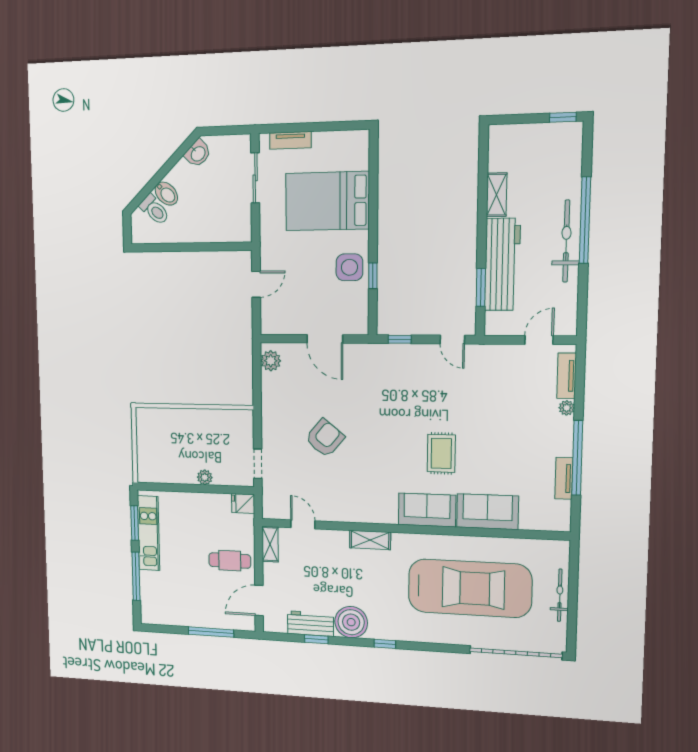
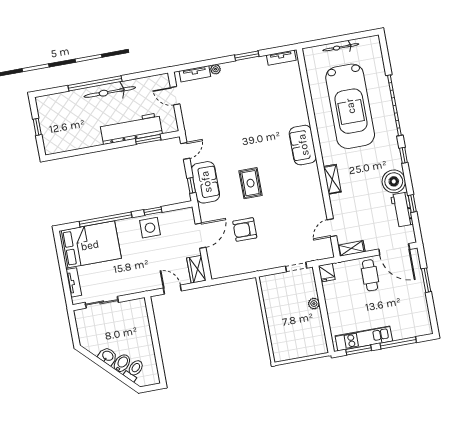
window: (563, 117) -> (37, 127), moved
washbasin: (198, 153) -> (108, 356), moved
shelving: (497, 195) -> (88, 141), removed
bed: (327, 201) -> (90, 245), moved, turned -90
window: (373, 203) -> (106, 220), added
wardrobe: (278, 324) -> (196, 269), added
plant: (271, 361) -> (222, 270), removed
armchair: (325, 438) -> (245, 230), moved, turned -40
rug: (441, 453) -> (251, 183), moved, turned 90
window: (577, 458) -> (247, 56), width x0.47
tv unit: (564, 478) -> (281, 58), moved
sofa: (487, 512) -> (206, 182), moved, turned 180
car: (470, 588) -> (350, 106), turned 180
door: (259, 601) -> (394, 249), width x1.36
window: (211, 632) -> (426, 280), width x0.69
garage door: (516, 653) -> (394, 105), moved

